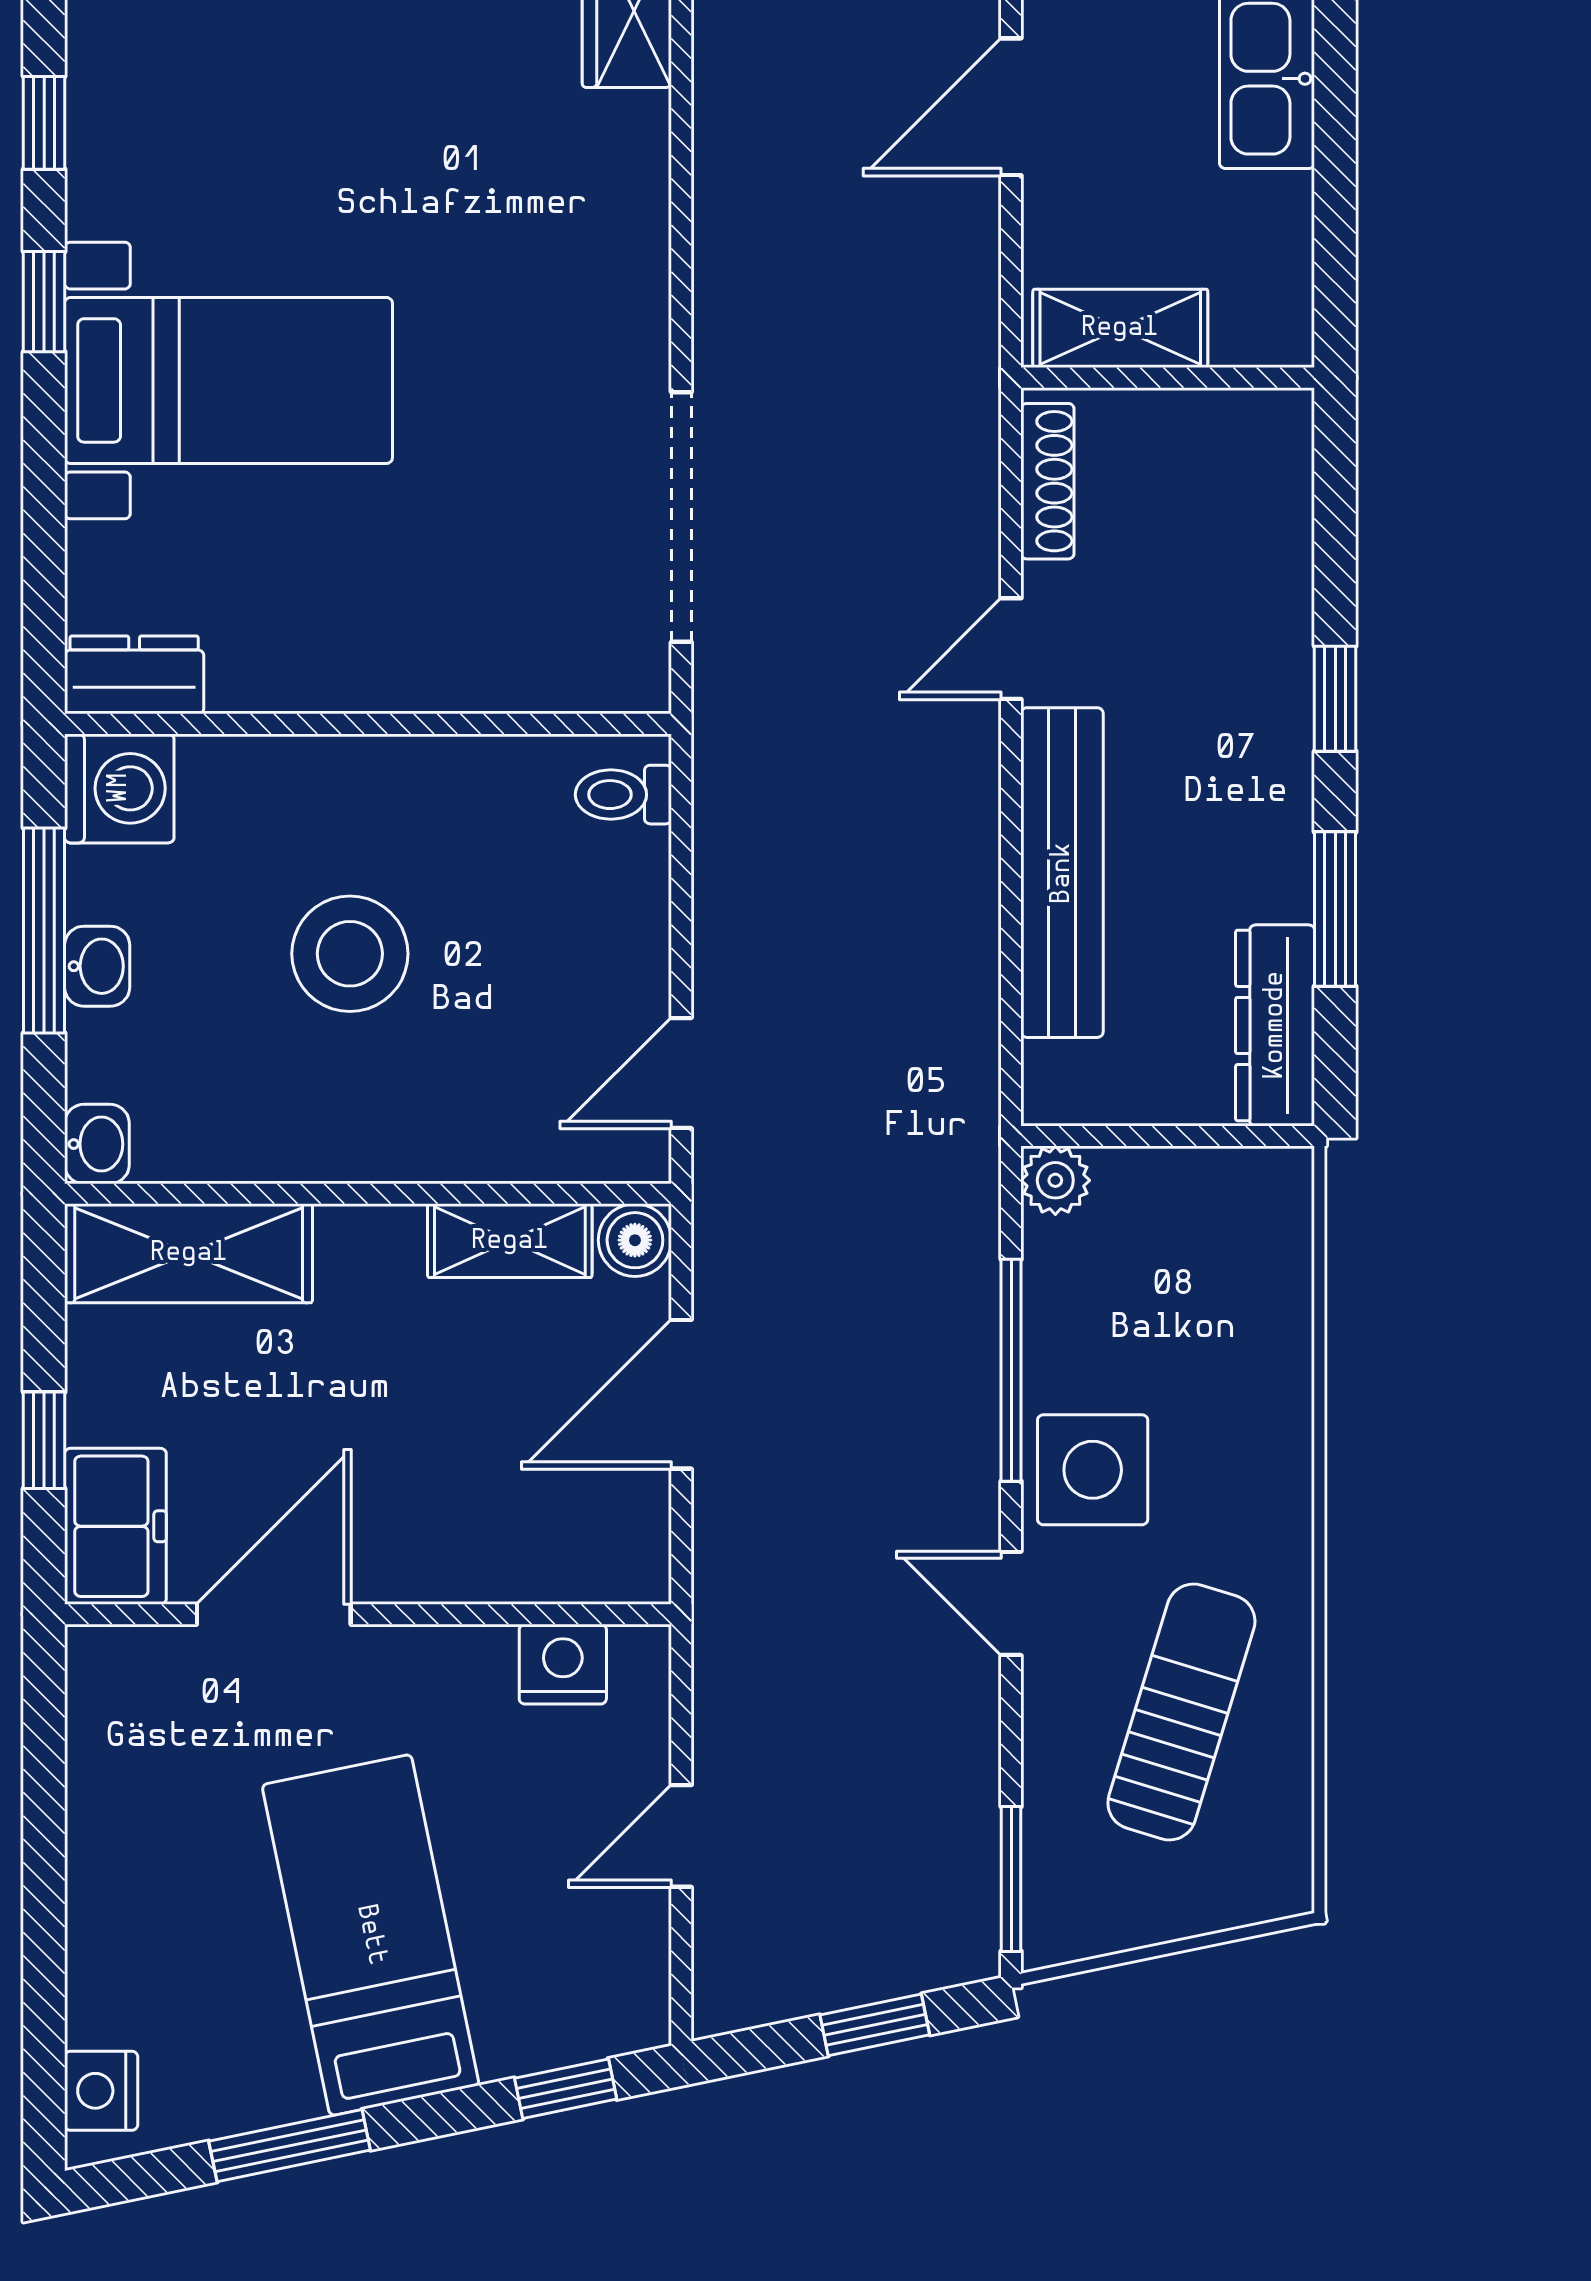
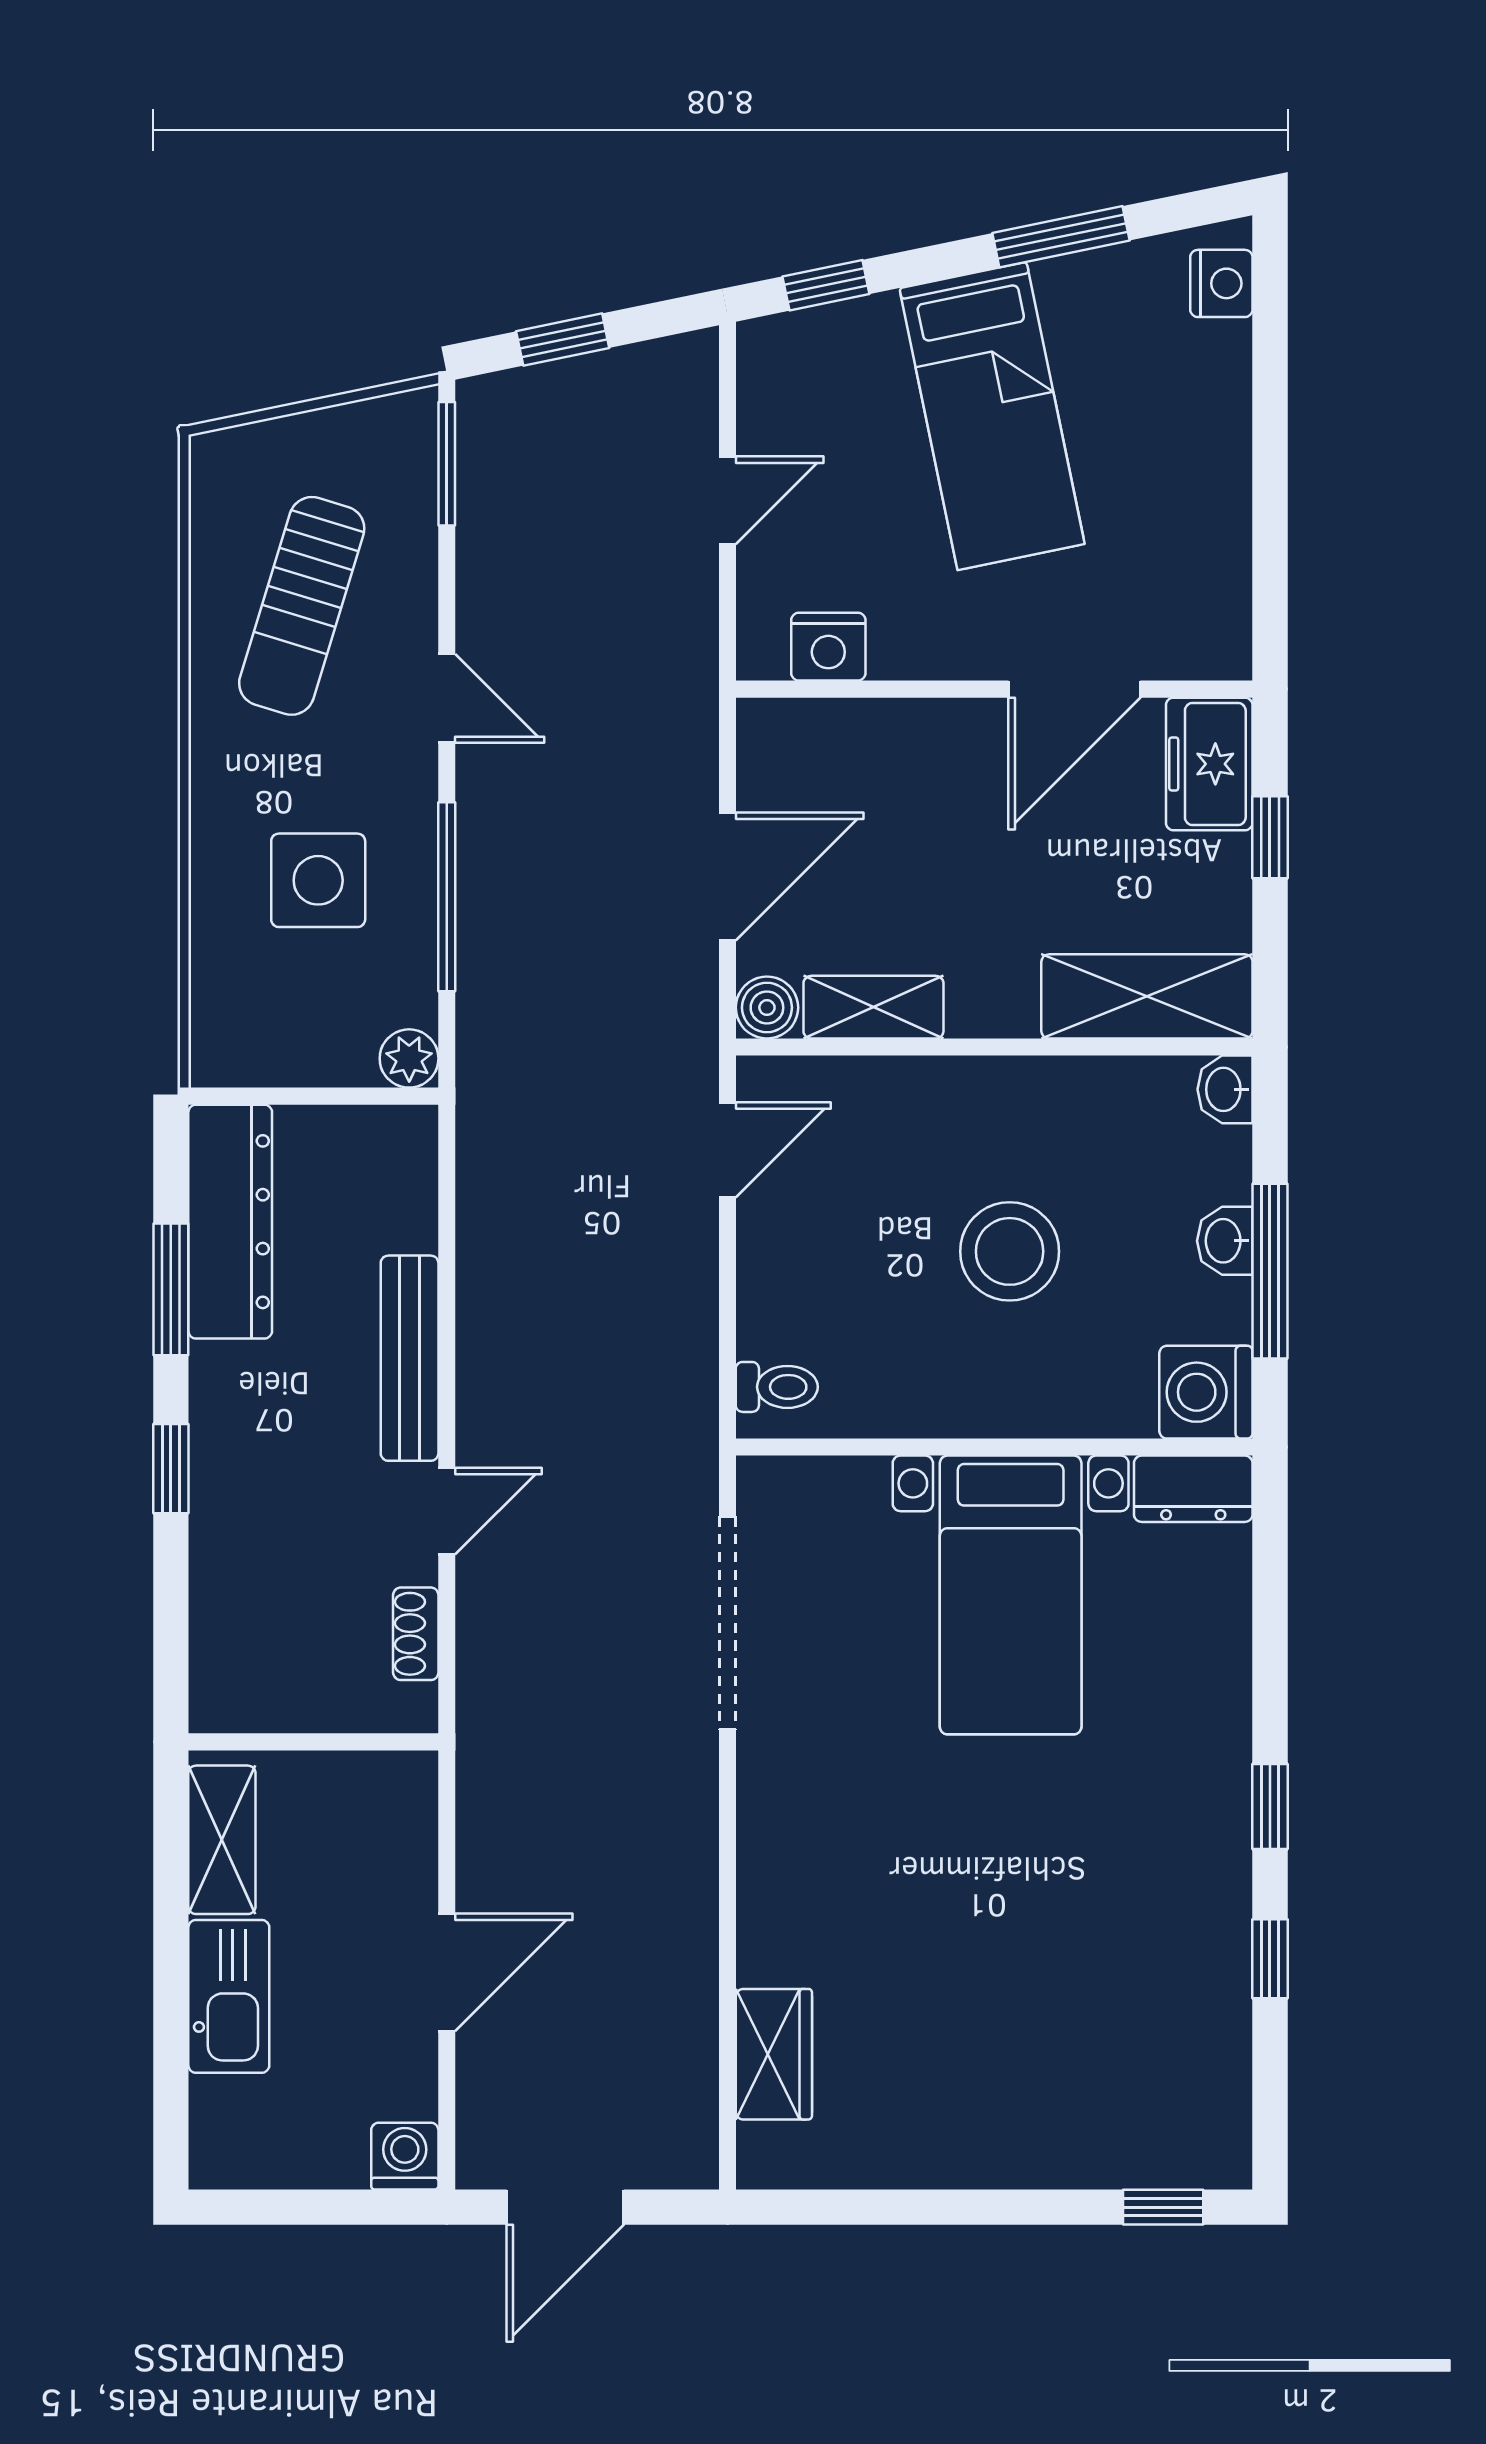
shelving: (1120, 328) -> (222, 1840), moved, turned 90
bed with nightstands: (228, 380) -> (1011, 1595), moved, turned -90
shoe rack: (1047, 481) -> (416, 1634), width x0.70
bench: (1062, 873) -> (410, 1358), width x0.73, depth x0.82
dresser: (1275, 1025) -> (230, 1222), width x1.37, depth x1.24
side table: (1093, 1470) -> (318, 880), moved

